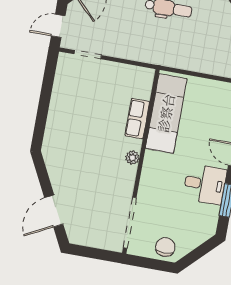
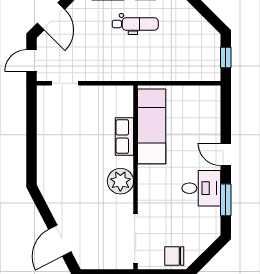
plant: (132, 158) -> (120, 181), width x1.88, depth x1.88
chair: (165, 247) -> (174, 256), turned -90

